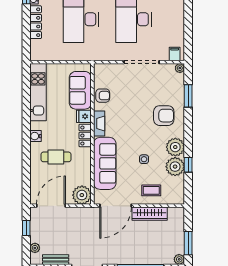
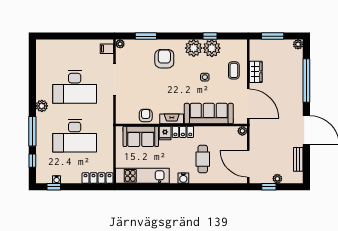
locker: (36, 22) -> (97, 178), moved
plant: (82, 195) -> (242, 131), width x0.53, depth x0.53
wardrobe: (150, 214) -> (256, 72), width x0.67
window: (188, 243) -> (273, 36), moved
plant: (35, 248) -> (277, 179), moved

